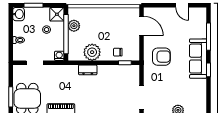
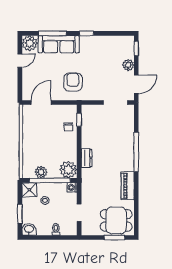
plant: (199, 15) -> (30, 43), added
plant: (92, 52) -> (68, 170), moved
sofa: (198, 59) -> (59, 44), moved

